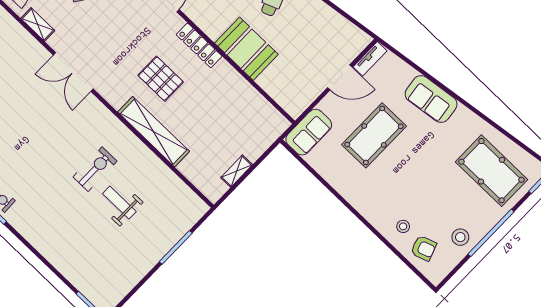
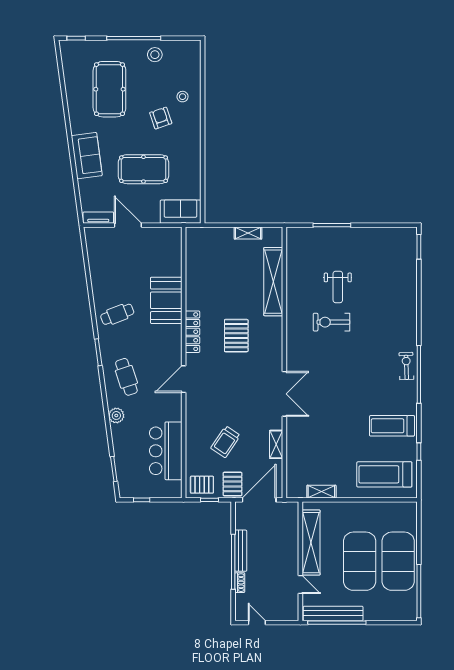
shelving: (154, 132) -> (273, 282), moved
pool table: (491, 171) -> (109, 89), moved
armchair: (424, 248) -> (161, 118), moved

